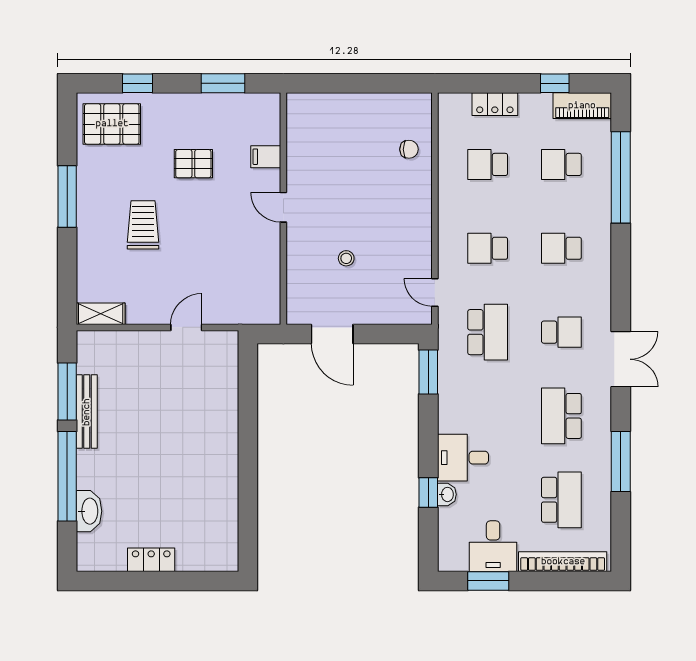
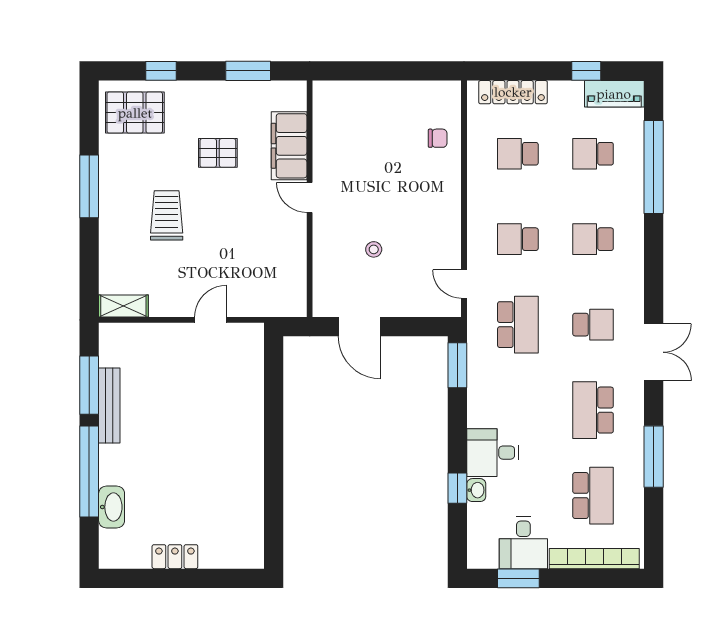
locker: (495, 104) -> (513, 92), width x1.53
filing cabinet: (266, 157) -> (289, 146), width x3.00, depth x1.17

